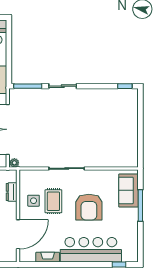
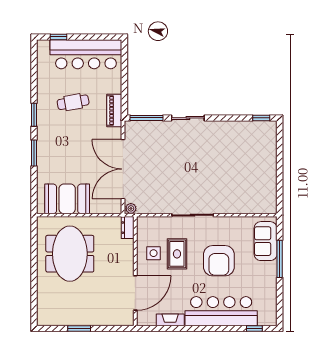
dresser: (12, 192) -> (128, 228), moved

